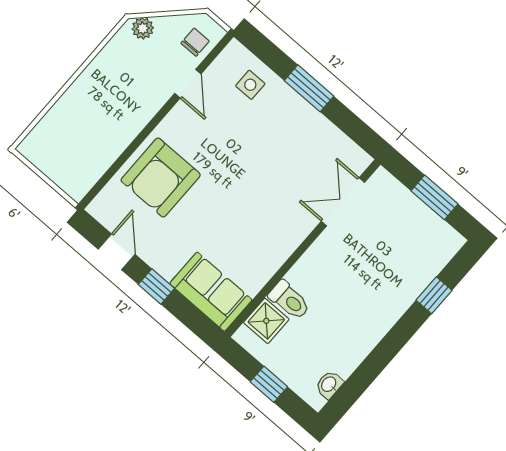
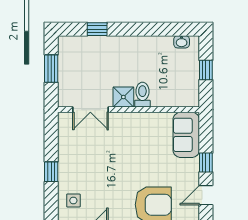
window: (309, 88) -> (51, 172), width x0.67
toilet: (289, 300) -> (142, 95), moved
shower: (266, 321) -> (123, 97), moved

